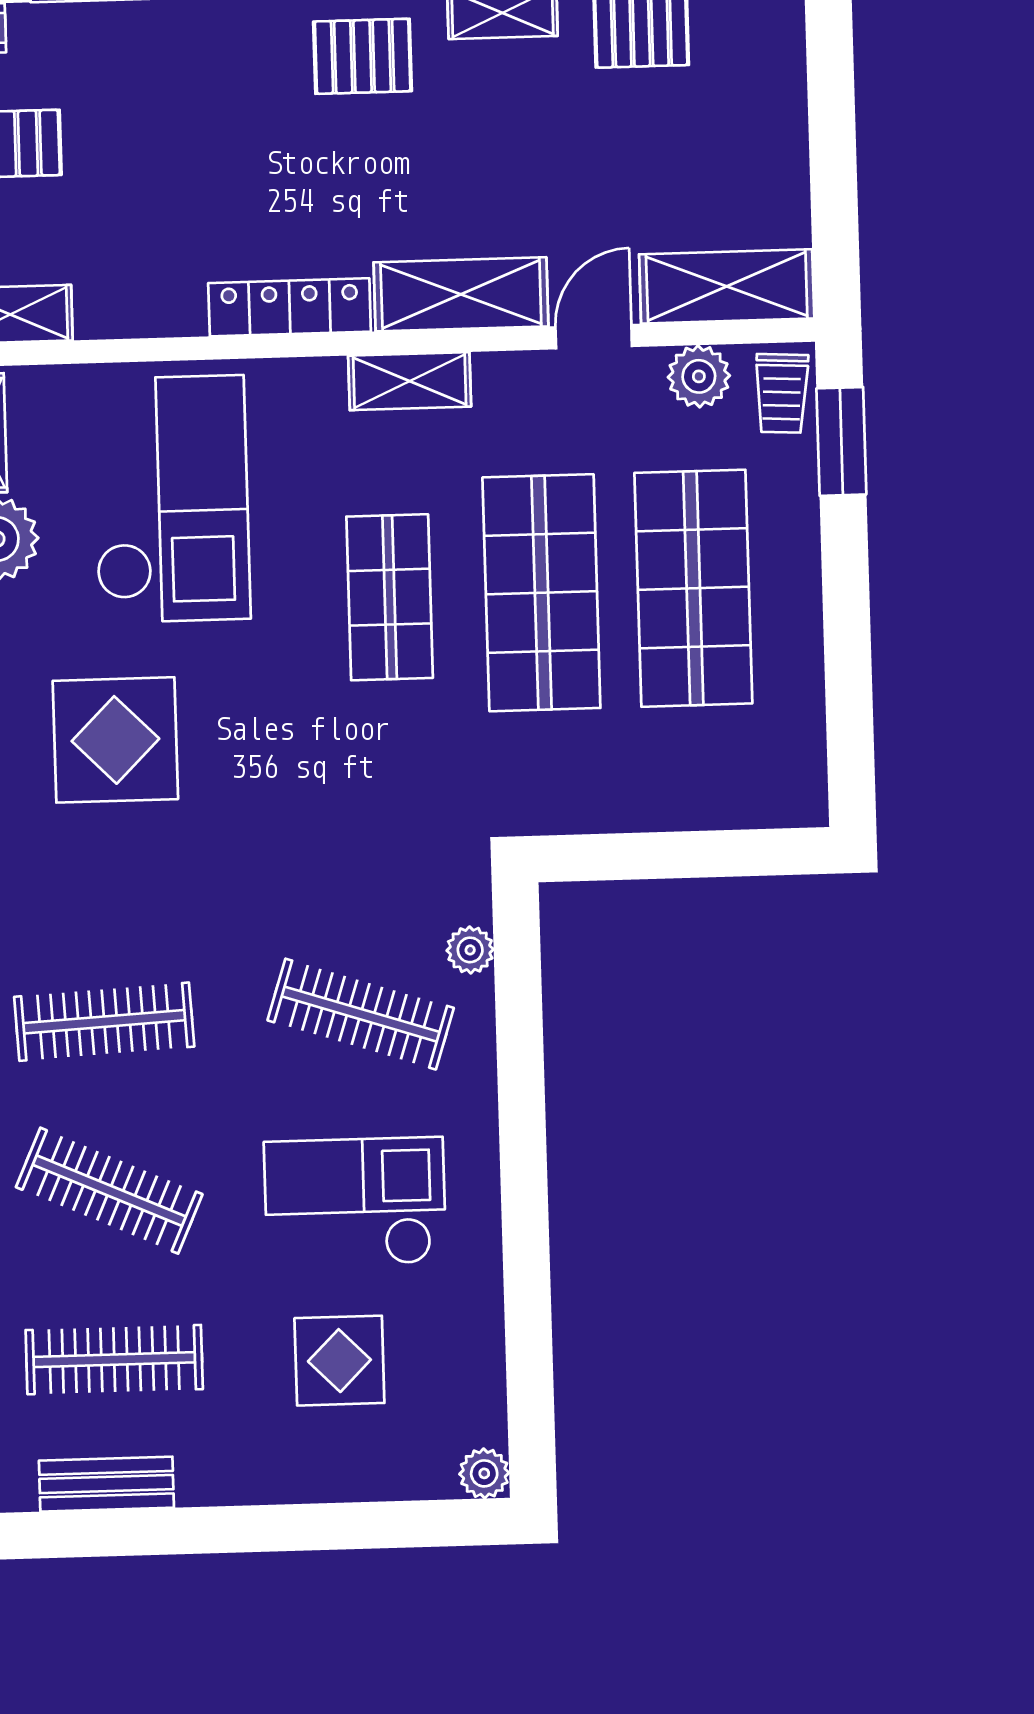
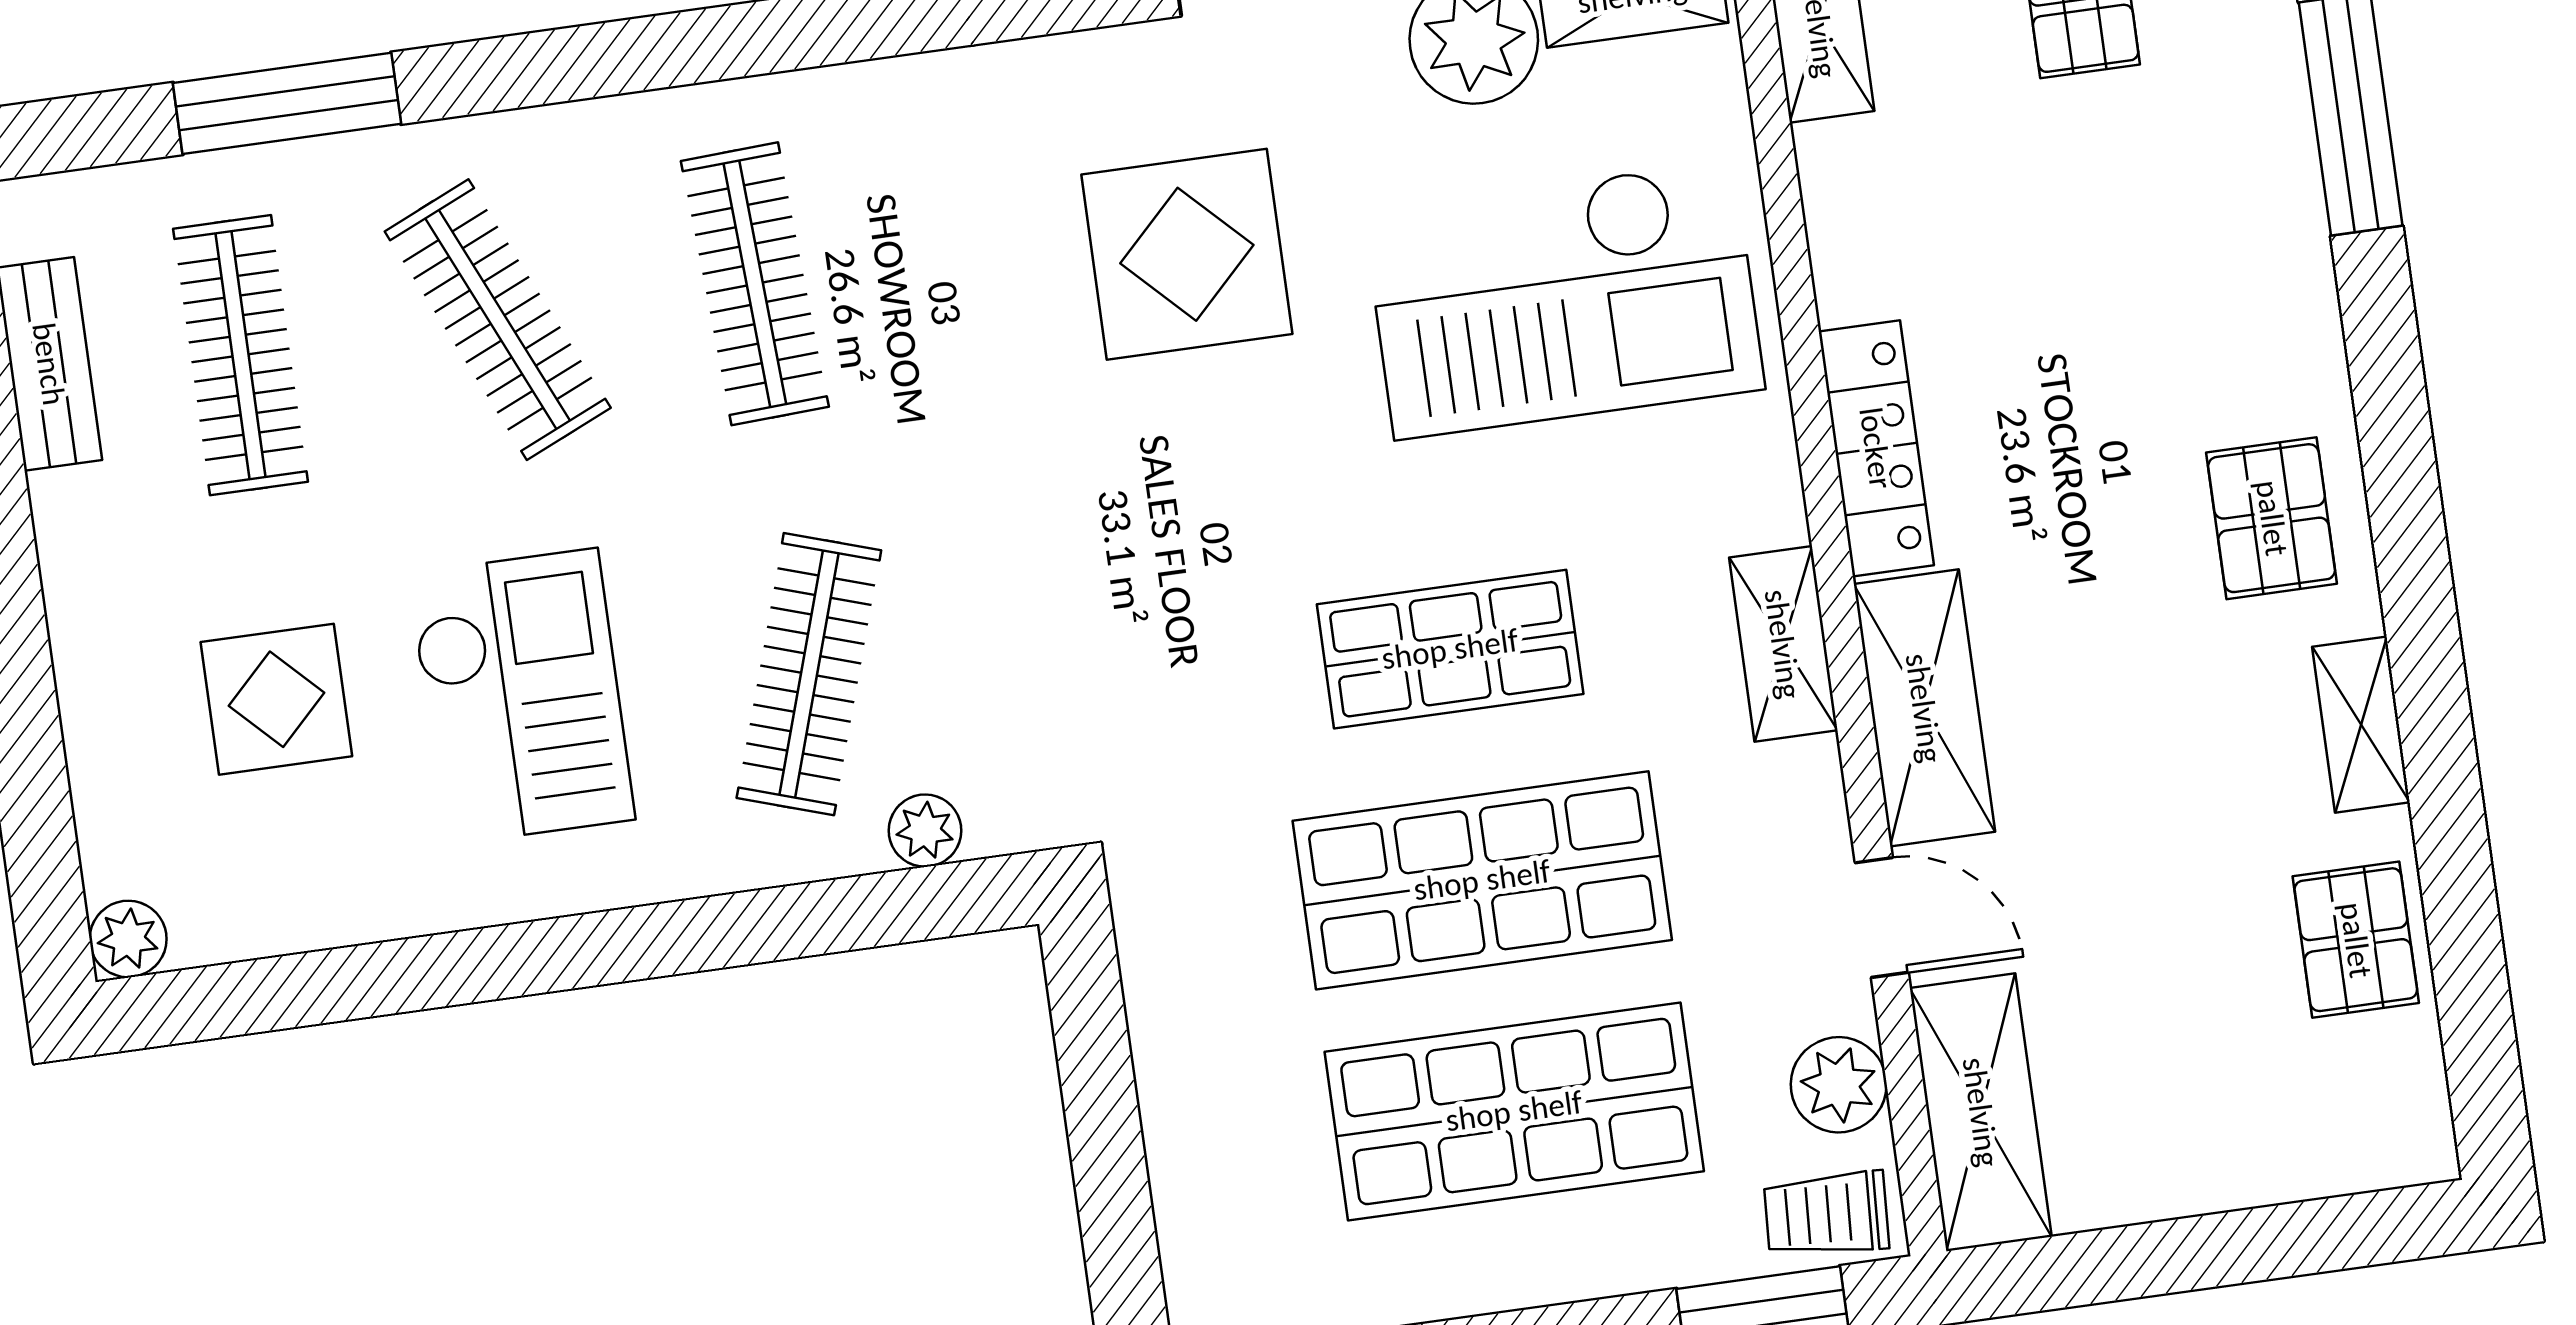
clothes rail: (109, 1191) -> (498, 320), turned -48

